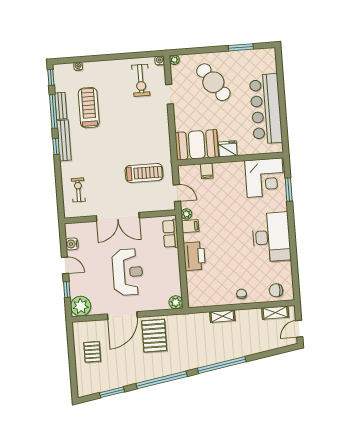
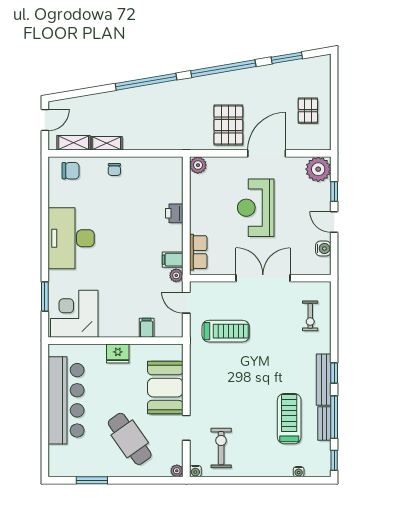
treadmill: (89, 108) -> (289, 419), turned 180
booth: (197, 145) -> (165, 388), moved, turned 90
treadmill: (144, 173) -> (226, 331), turned 180
printer: (194, 256) -> (174, 213), width x0.53, depth x0.68
shelving: (222, 316) -> (107, 143), moved

